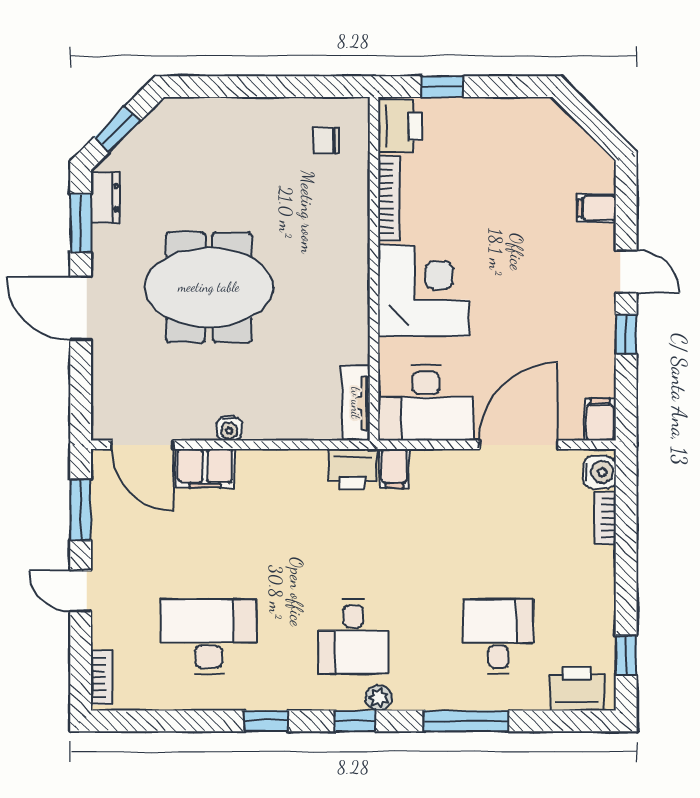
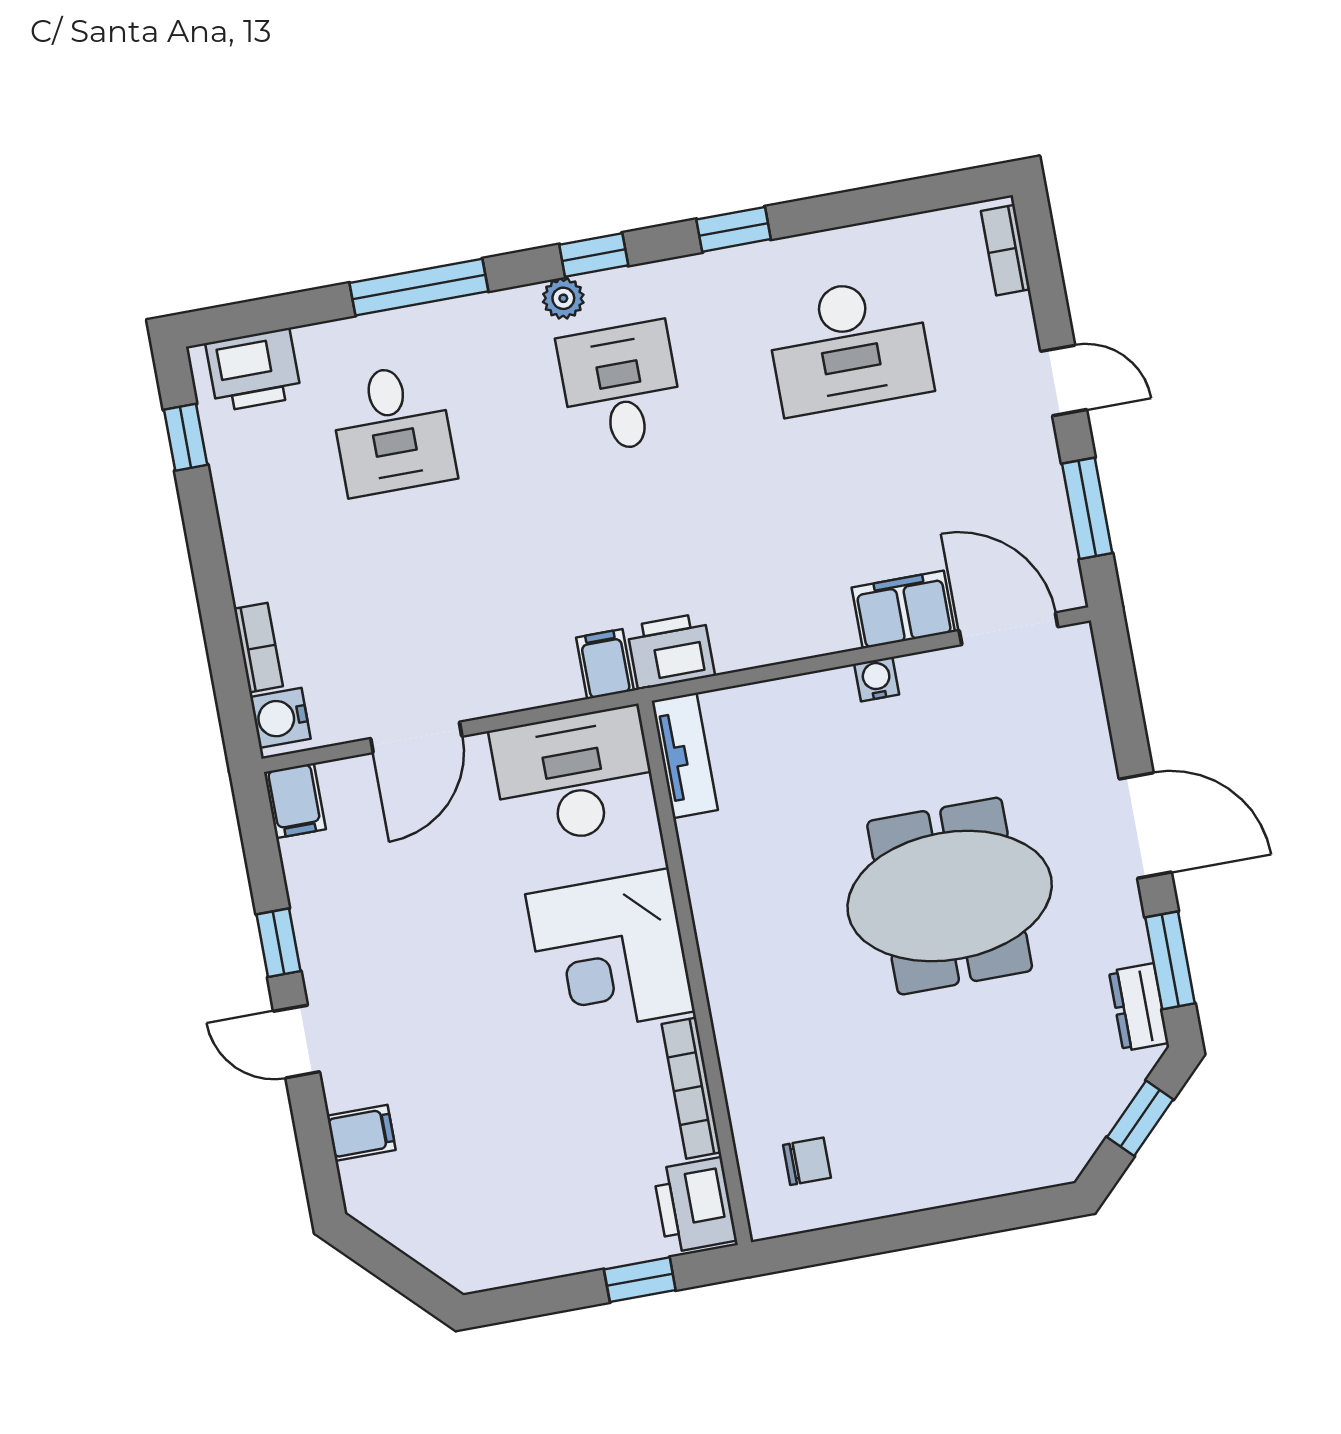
door: (518, 445) -> (416, 737), width x0.73

